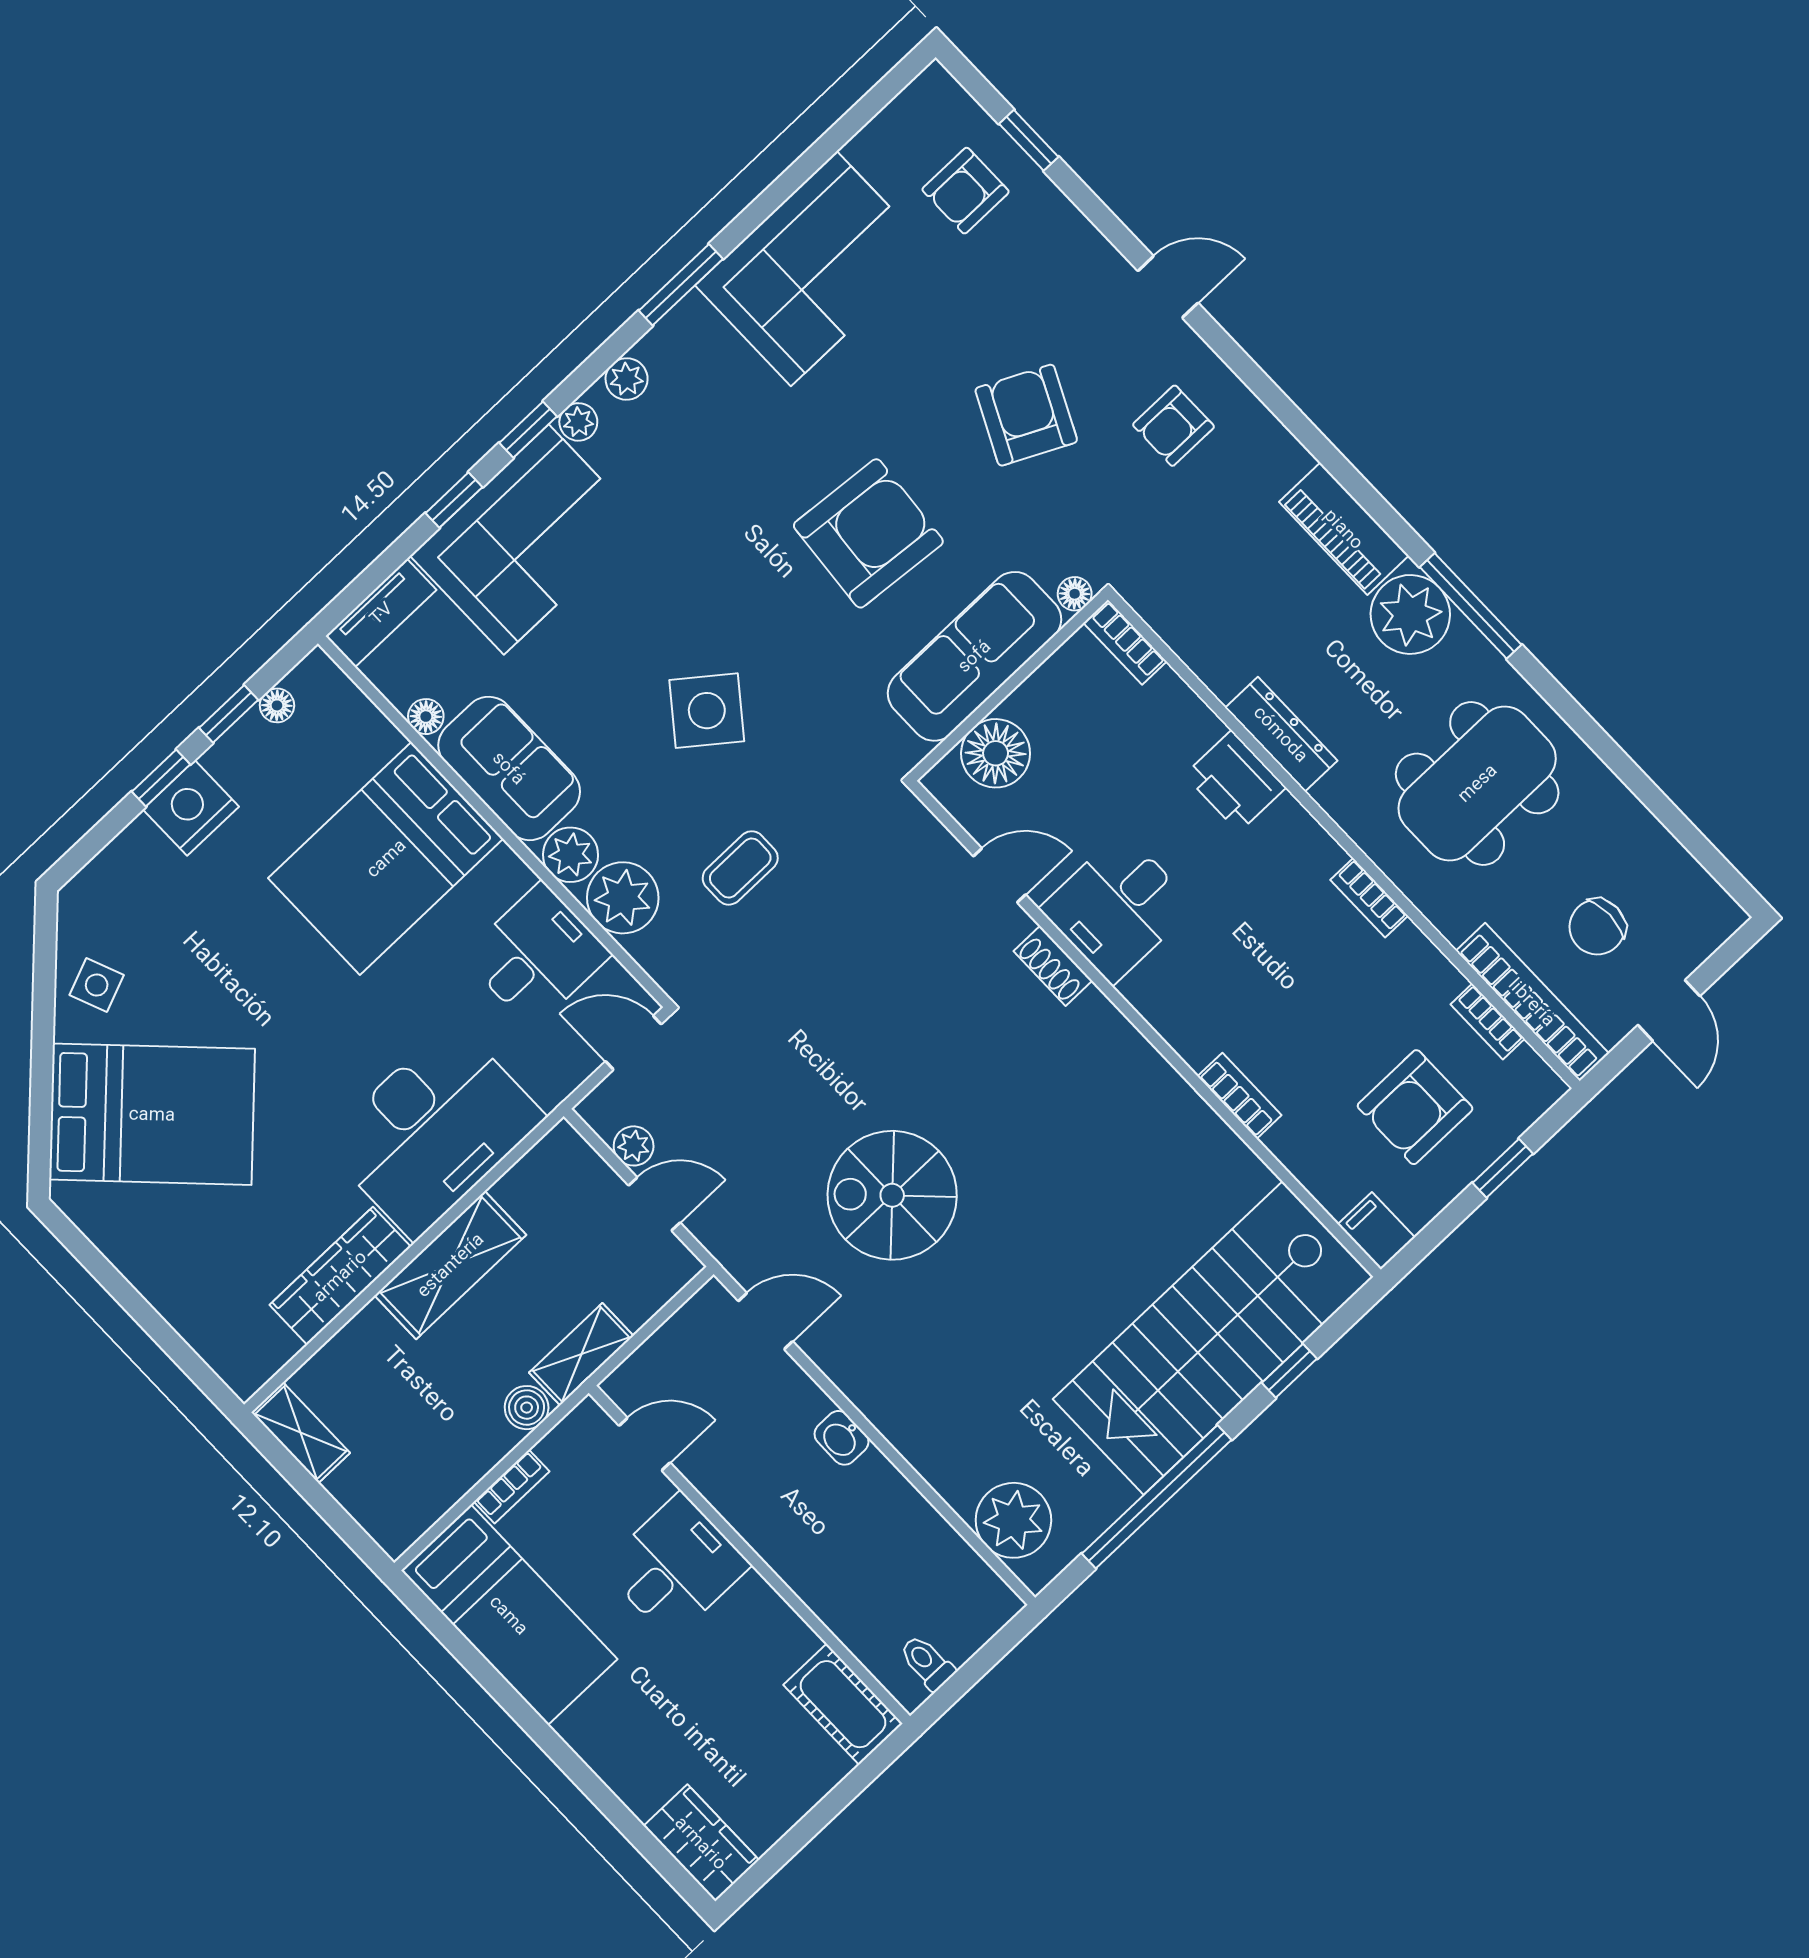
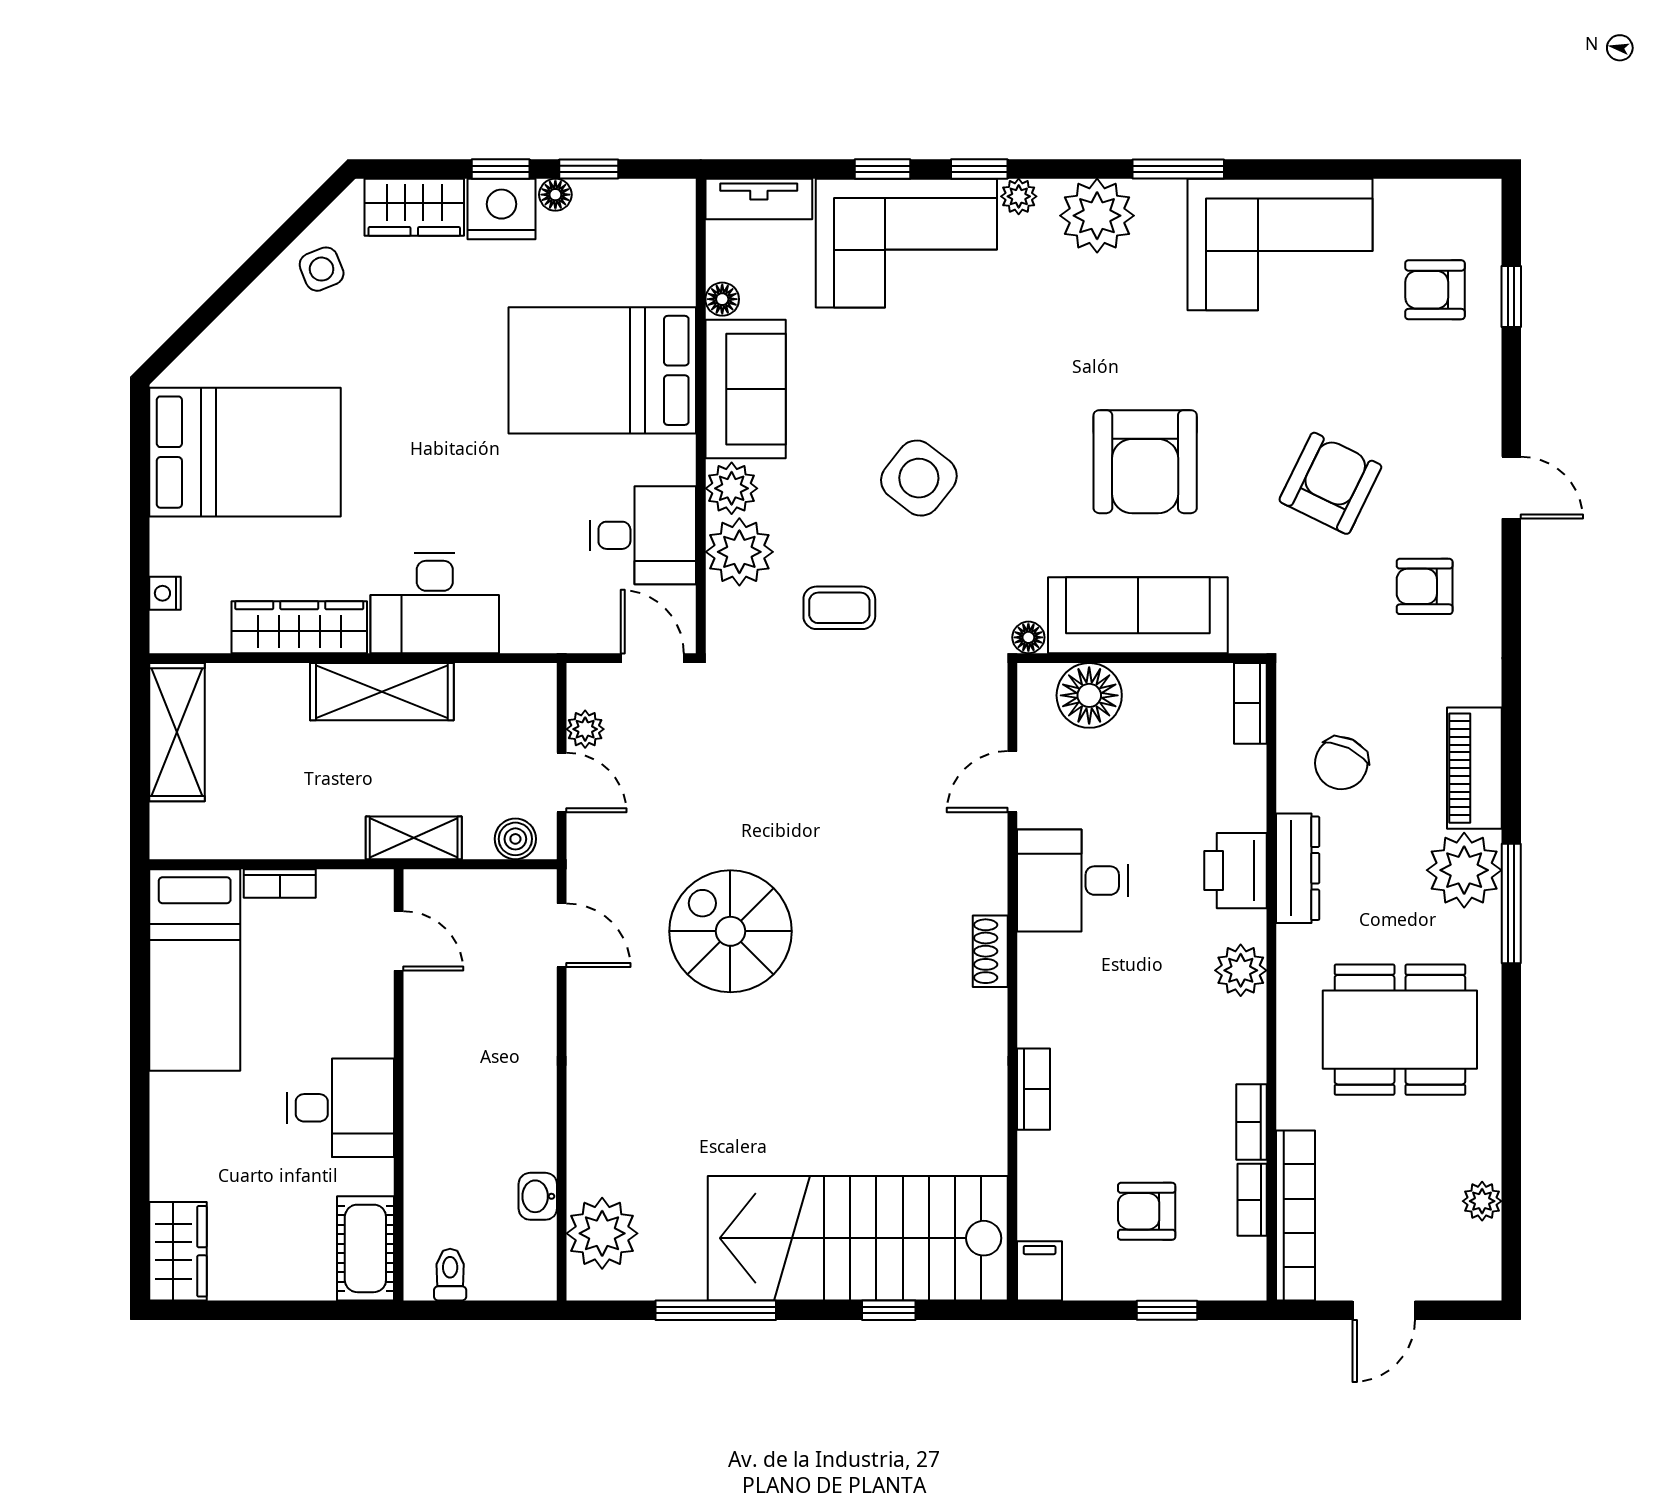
plant: (627, 379) -> (1097, 216), width x1.88, depth x1.88
armchair: (868, 533) -> (1145, 462), turned 85
floor lamp: (1075, 594) -> (1028, 637), moved
floor lamp: (277, 705) -> (555, 195), moved
plant: (1312, 854) -> (1241, 970), added
plant: (1665, 855) -> (1482, 1201), added
wardrobe: (123, 870) -> (414, 207), added
door: (1000, 875) -> (1012, 782), swing flipped
bookcase: (1369, 898) -> (1251, 1122), moved
chair: (1597, 927) -> (1341, 763), moved, turned -64
shoe rack: (1053, 966) -> (990, 951), moved
armchair: (1415, 1107) -> (1147, 1211), width x0.72, depth x0.72
bed: (152, 1114) -> (245, 452), moved, turned -45
desk: (433, 1130) -> (435, 603), width x0.73, depth x0.77
nightstand: (212, 1348) -> (165, 593), added
boiler: (527, 1408) -> (515, 839), moved
shelving: (301, 1433) -> (177, 732), width x1.50, depth x1.33
washbasin: (842, 1438) -> (538, 1196), moved
window: (1157, 1497) -> (716, 1310), width x0.68
desk: (676, 1566) -> (341, 1108), moved

